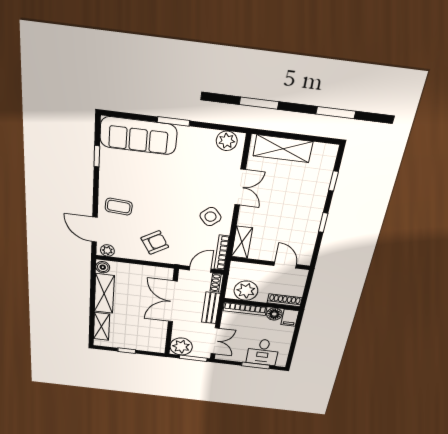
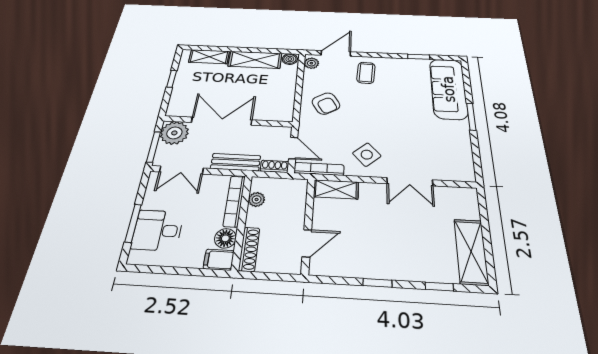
plant: (227, 141) -> (463, 165), removed
shelving: (283, 149) -> (471, 252), moved
plant: (246, 291) -> (257, 199), width x0.53, depth x0.53
double door: (173, 302) -> (222, 121), moved

